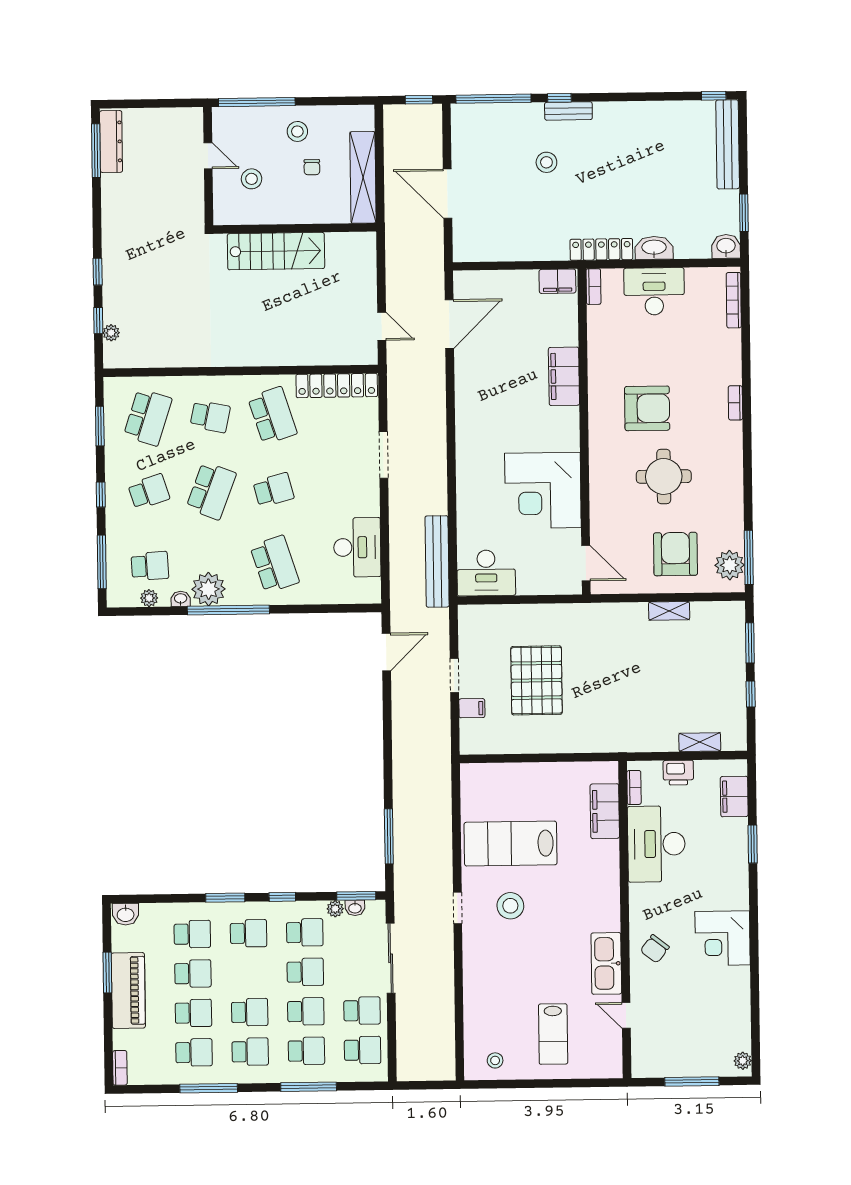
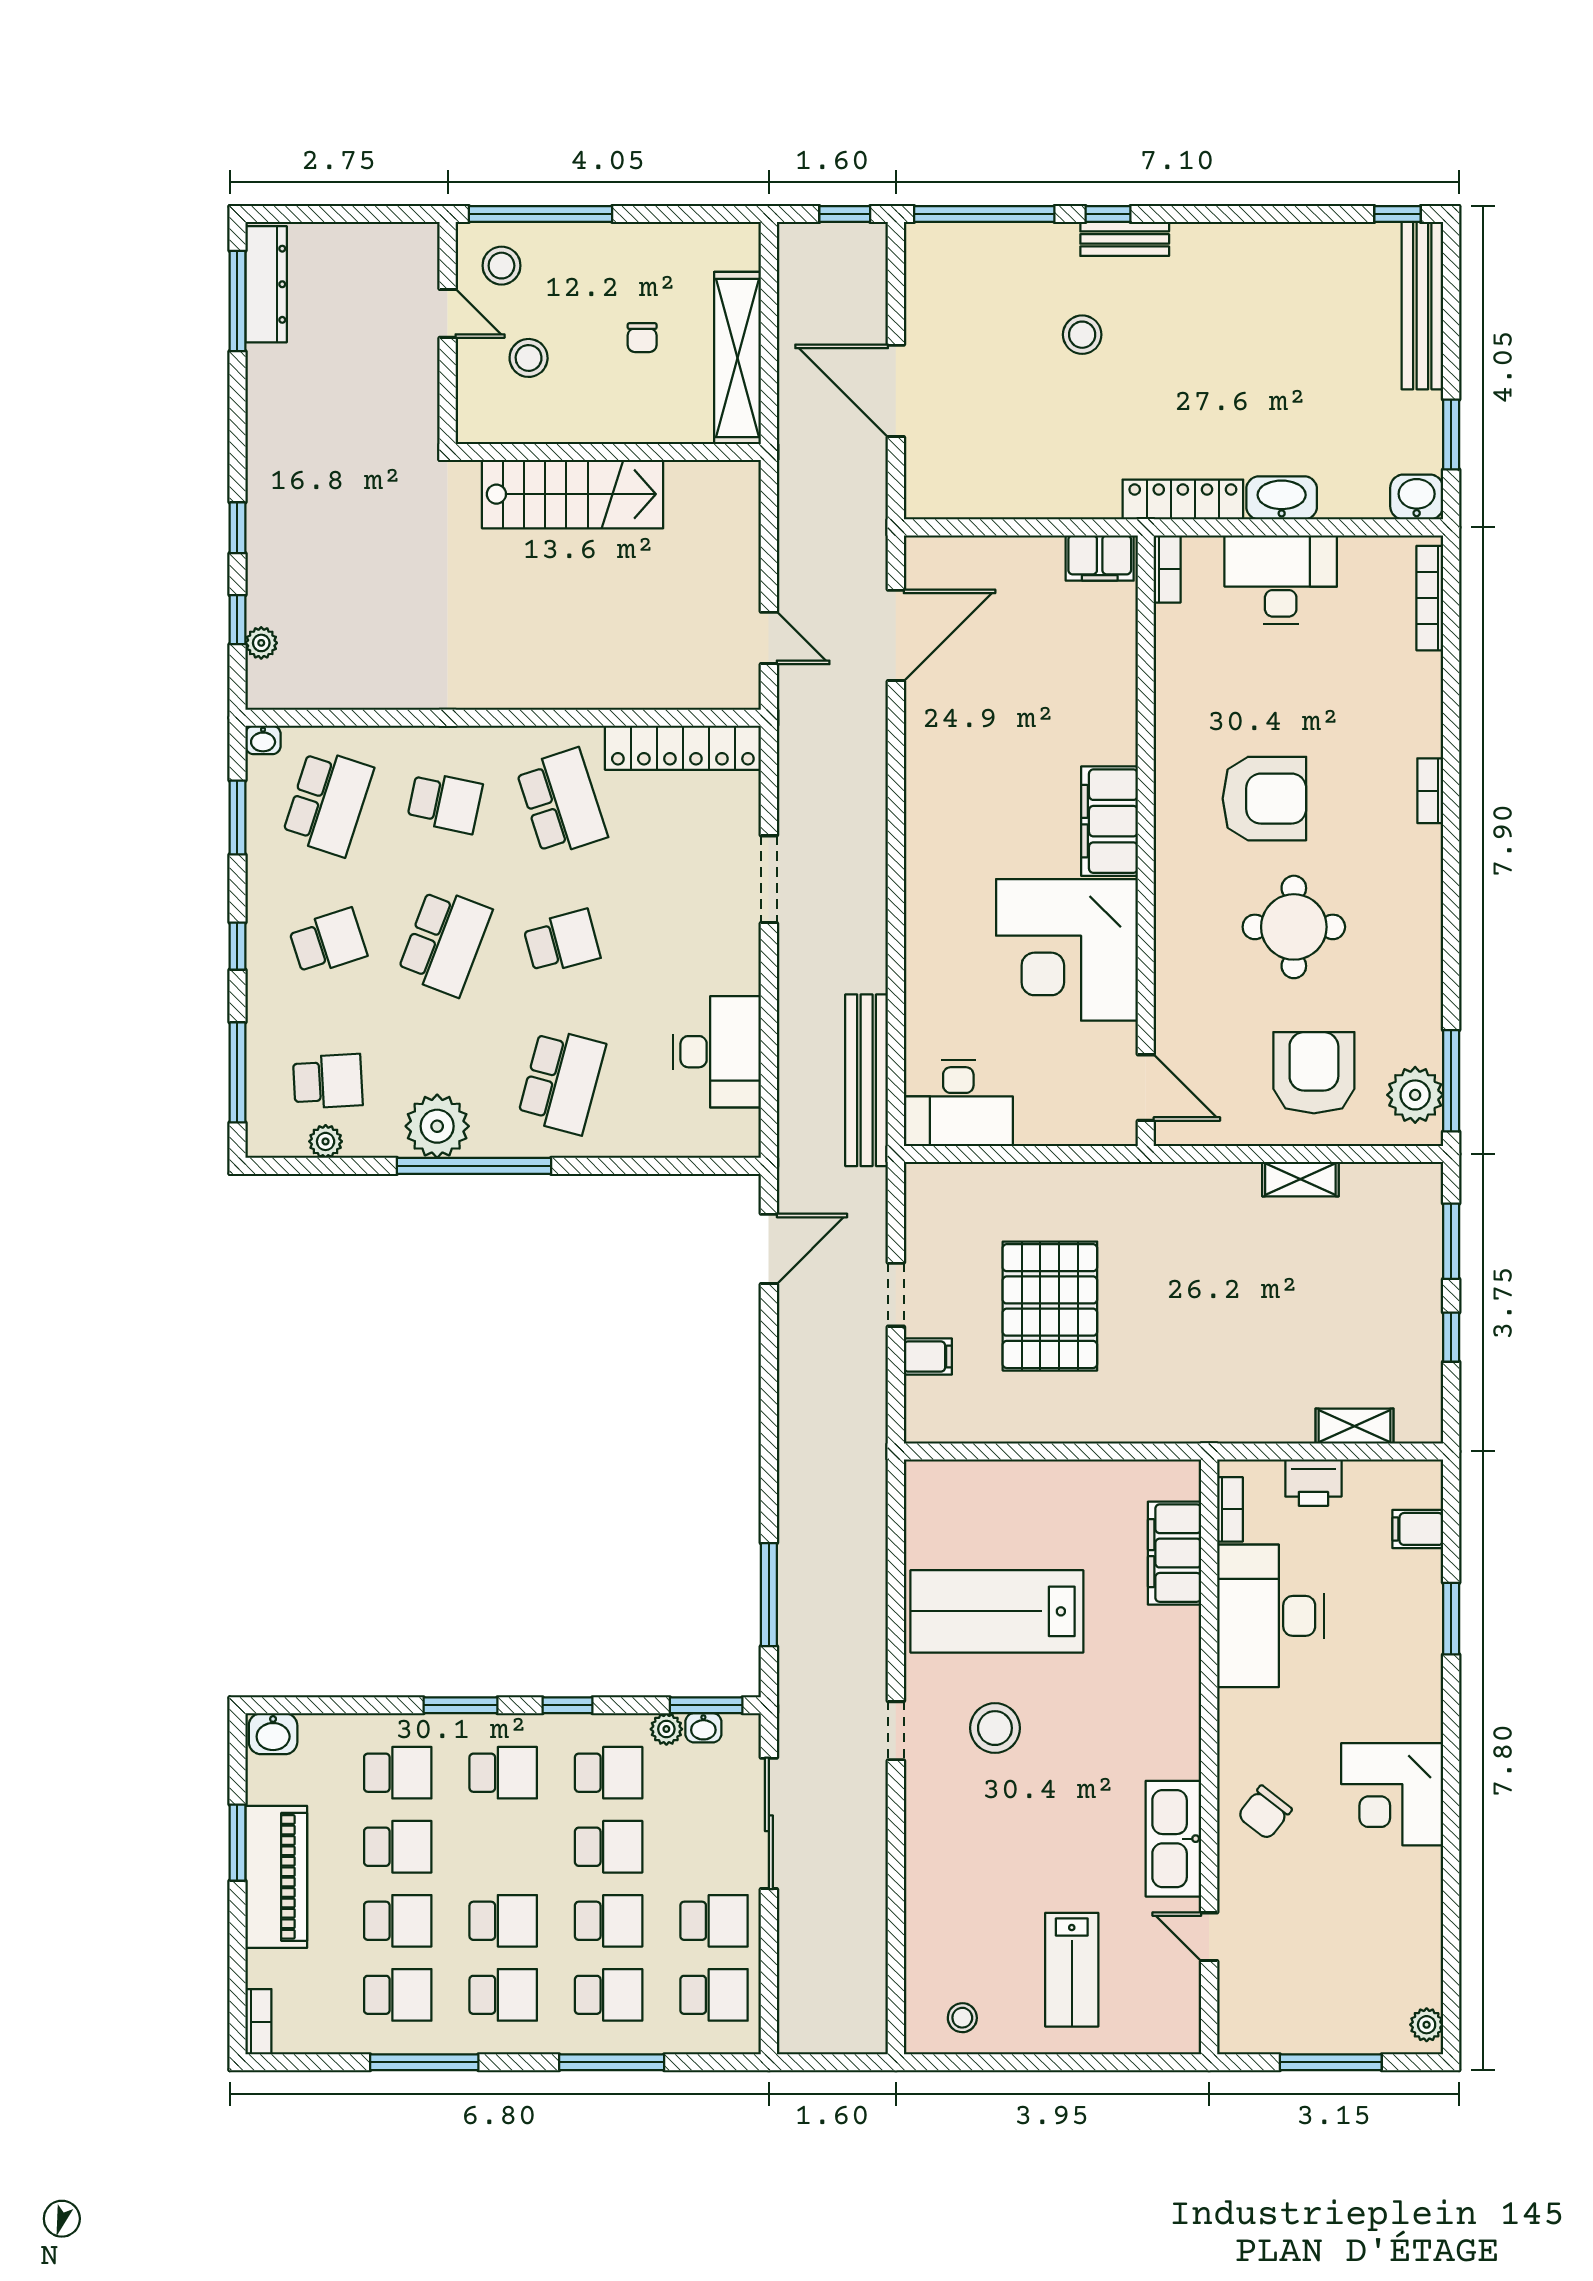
stool: (297, 131) -> (501, 266), moved
filing cabinet: (564, 376) -> (1109, 821), moved
school desk: (275, 564) -> (562, 1081), turned 33
washbasin: (181, 599) -> (263, 740), moved, turned 180
filing cabinet: (734, 797) -> (1418, 1529), width x0.50

